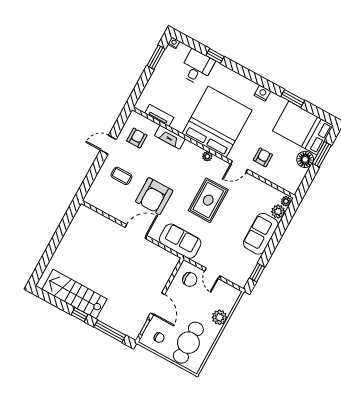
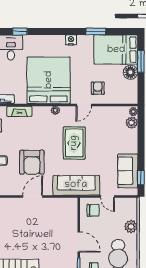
sofa: (261, 234) -> (128, 171), moved
sofa: (180, 241) -> (76, 185), width x1.36

